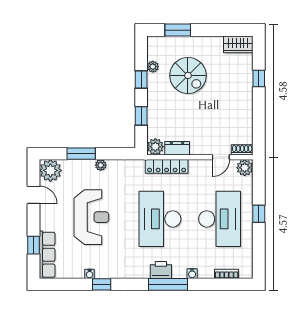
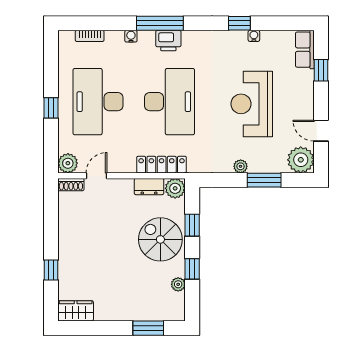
spiral stairs: (188, 76) -> (160, 239), moved
row of seats: (47, 255) -> (305, 50), width x0.68

